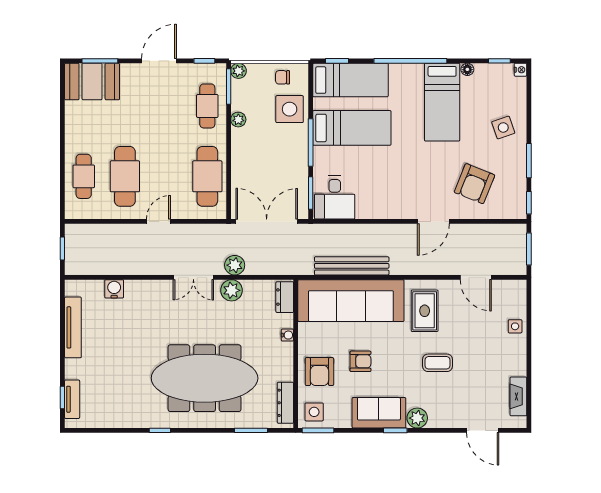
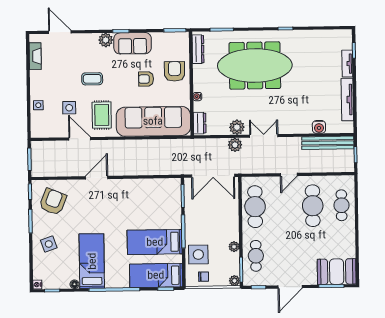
armchair: (474, 184) -> (53, 202), moved
desk: (335, 198) -> (166, 193), removed
bench: (352, 266) -> (328, 143), moved
door: (476, 277) -> (80, 139), moved
tv unit: (72, 399) -> (347, 64), moved
side table: (314, 412) -> (69, 108), moved

